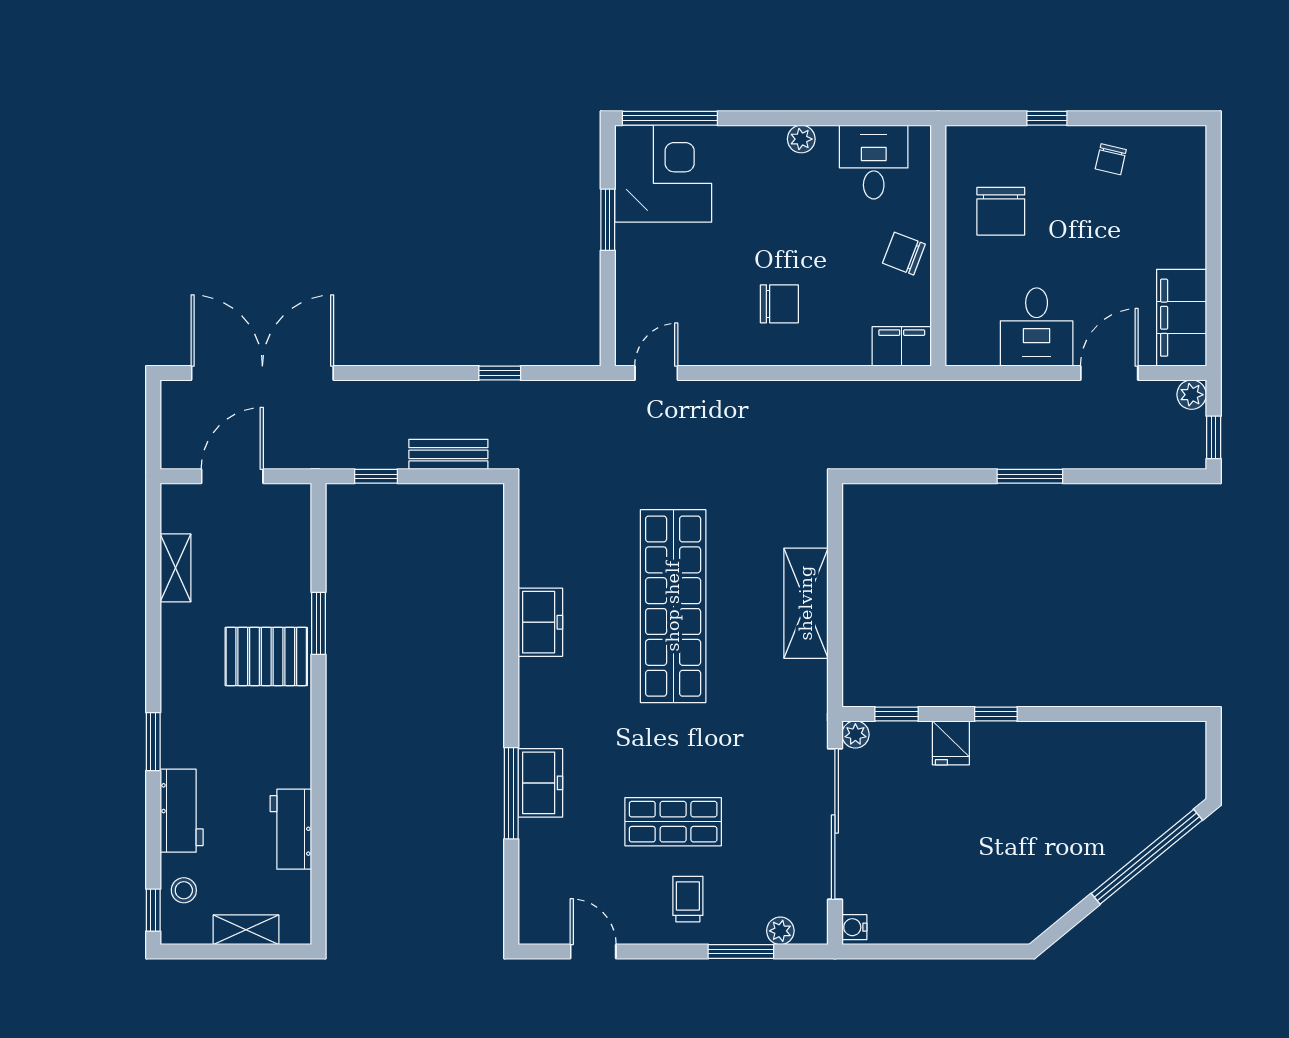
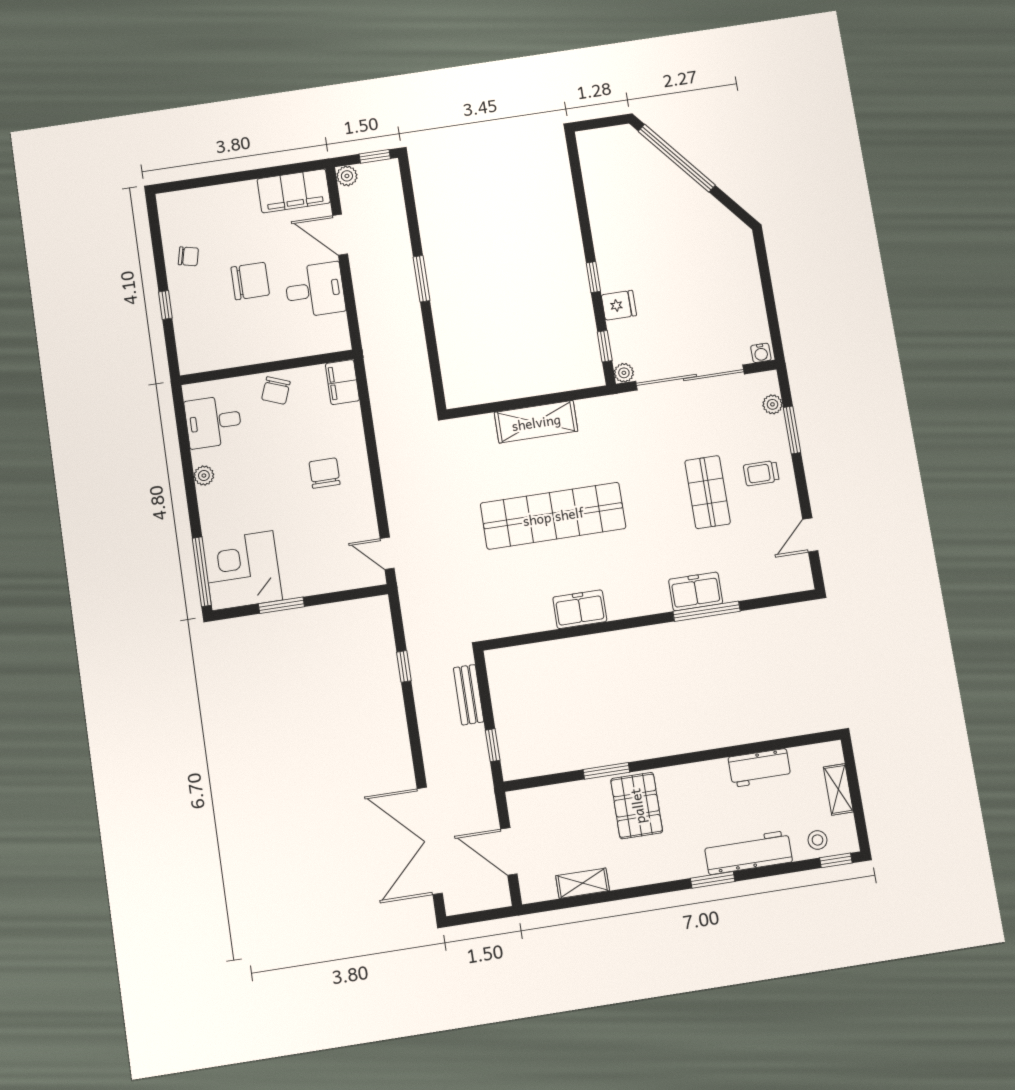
chair: (1001, 211) -> (250, 281), moved
workbench: (182, 811) -> (748, 853), width x1.37

